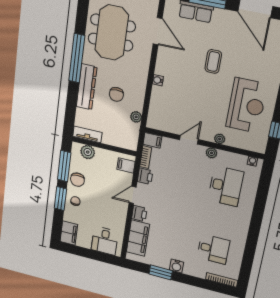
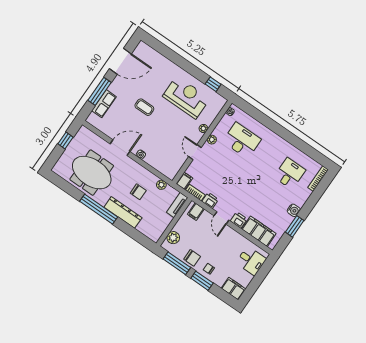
door: (158, 31) -> (120, 148), moved
tv unit: (87, 134) -> (177, 205), moved

